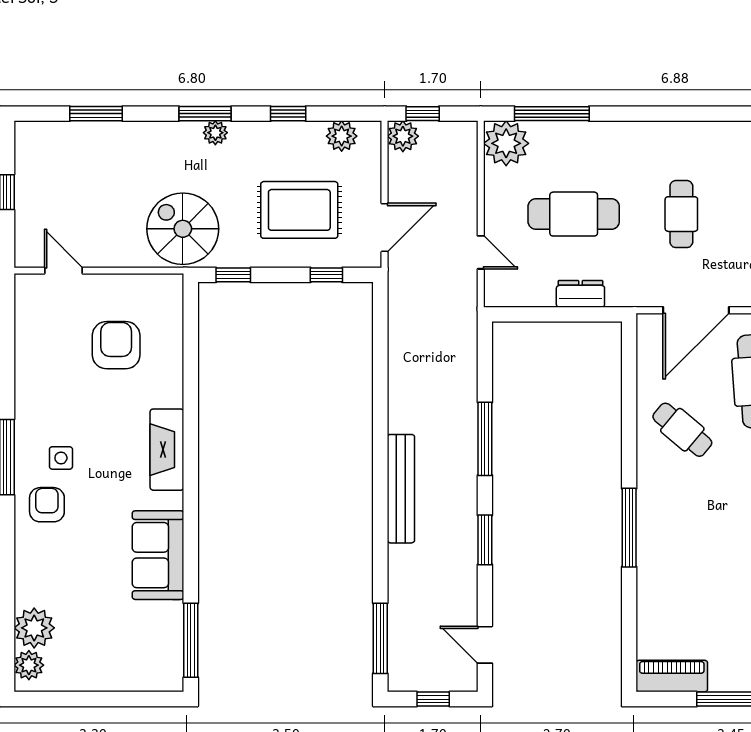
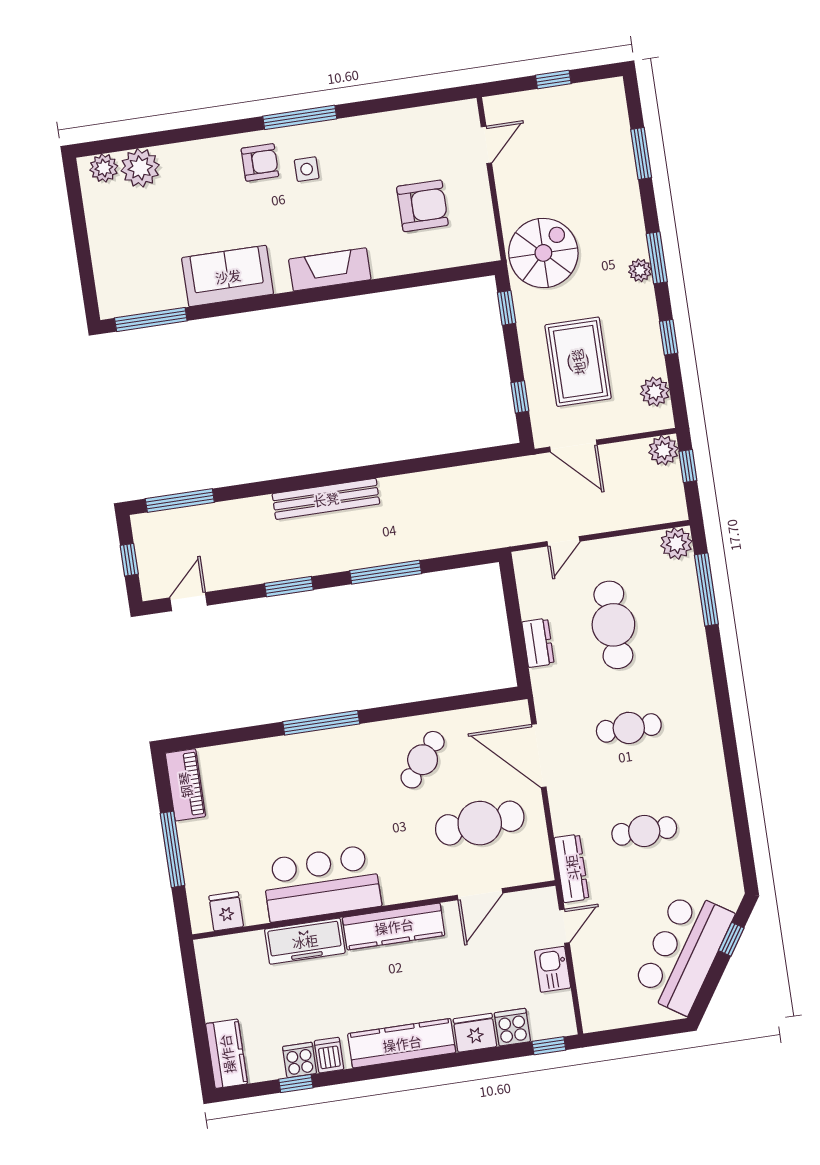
plant: (506, 143) -> (676, 543), width x0.73, depth x0.73

